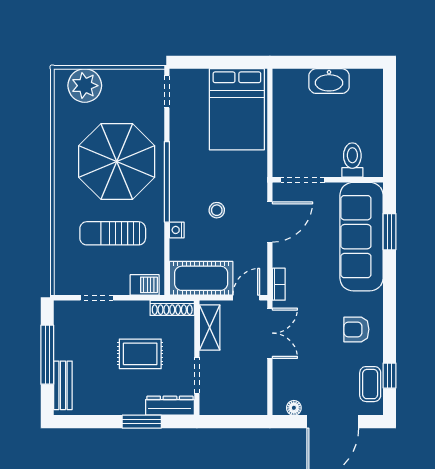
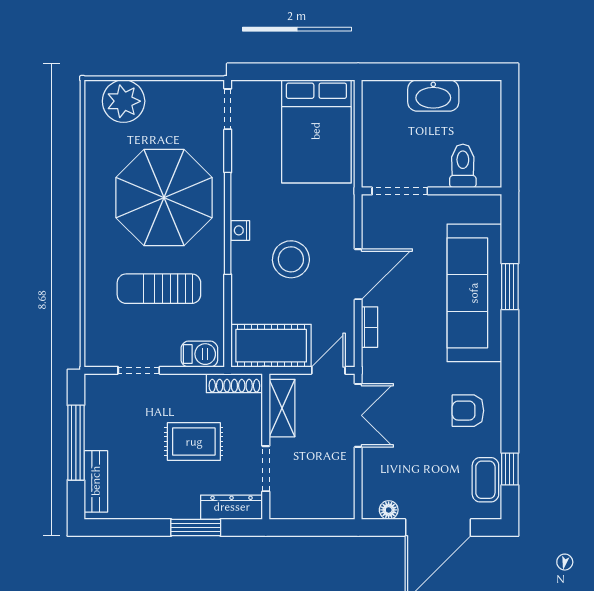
toilet: (352, 160) -> (463, 166), moved
doorway: (303, 180) -> (400, 191), moved
wall: (328, 180) -> (432, 191), moved
stool: (217, 210) -> (291, 259), width x1.89, depth x1.89
nightstand: (177, 230) -> (240, 230), moved
bookcase: (279, 284) -> (370, 327), moved

